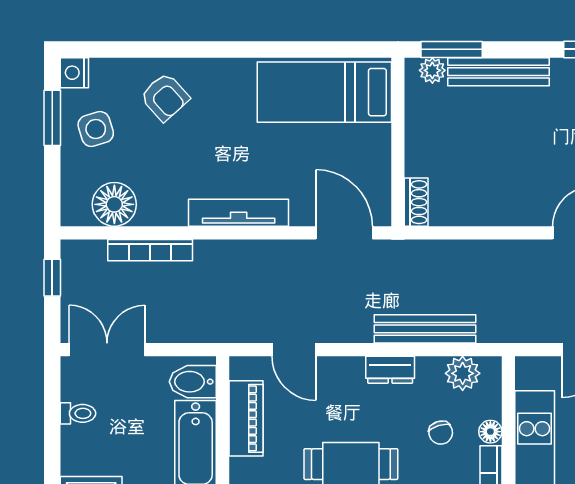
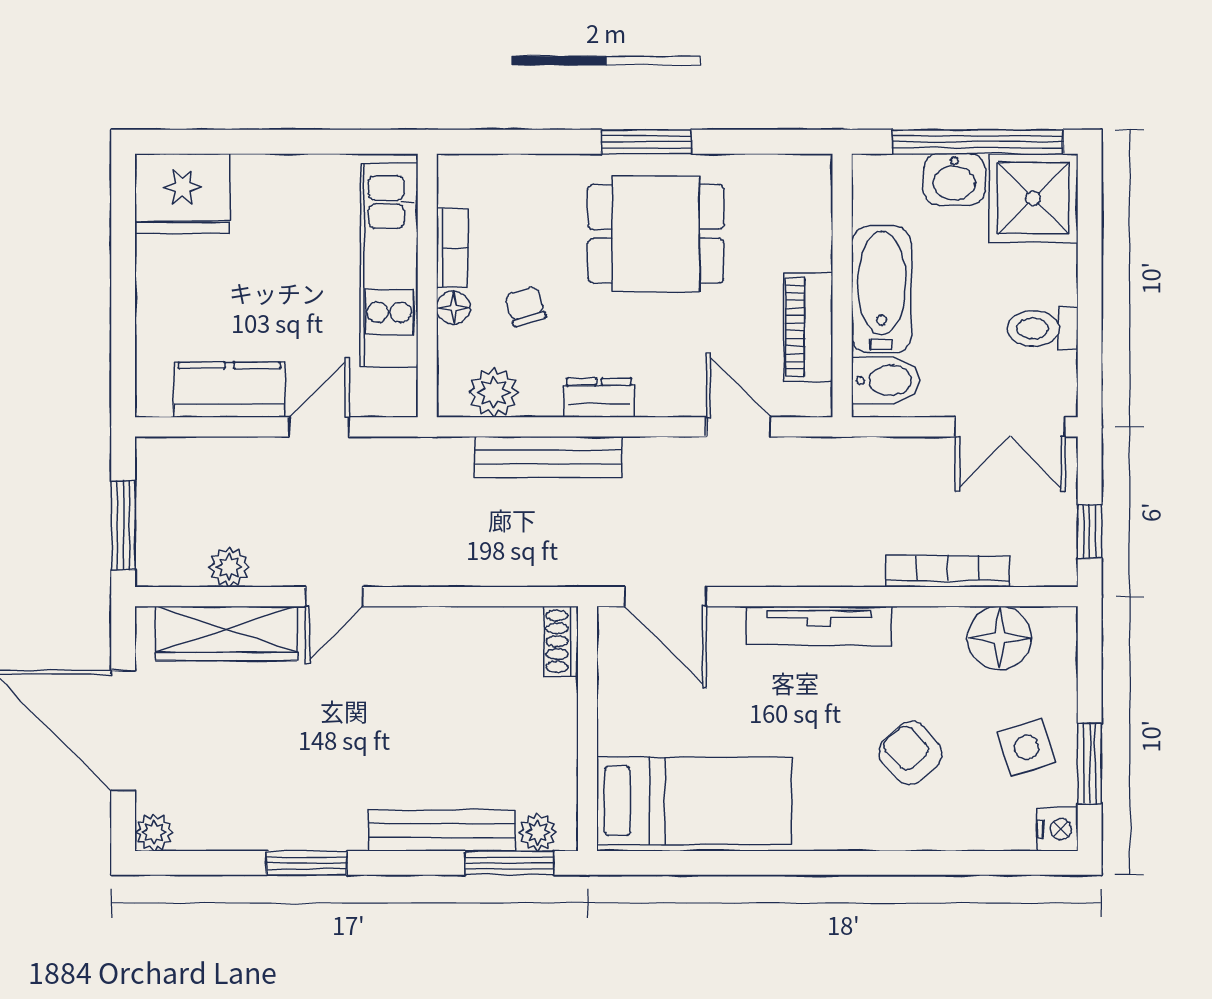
armchair: (165, 97) -> (910, 753), moved
toilet: (78, 413) -> (1042, 328), width x1.37, depth x1.39

